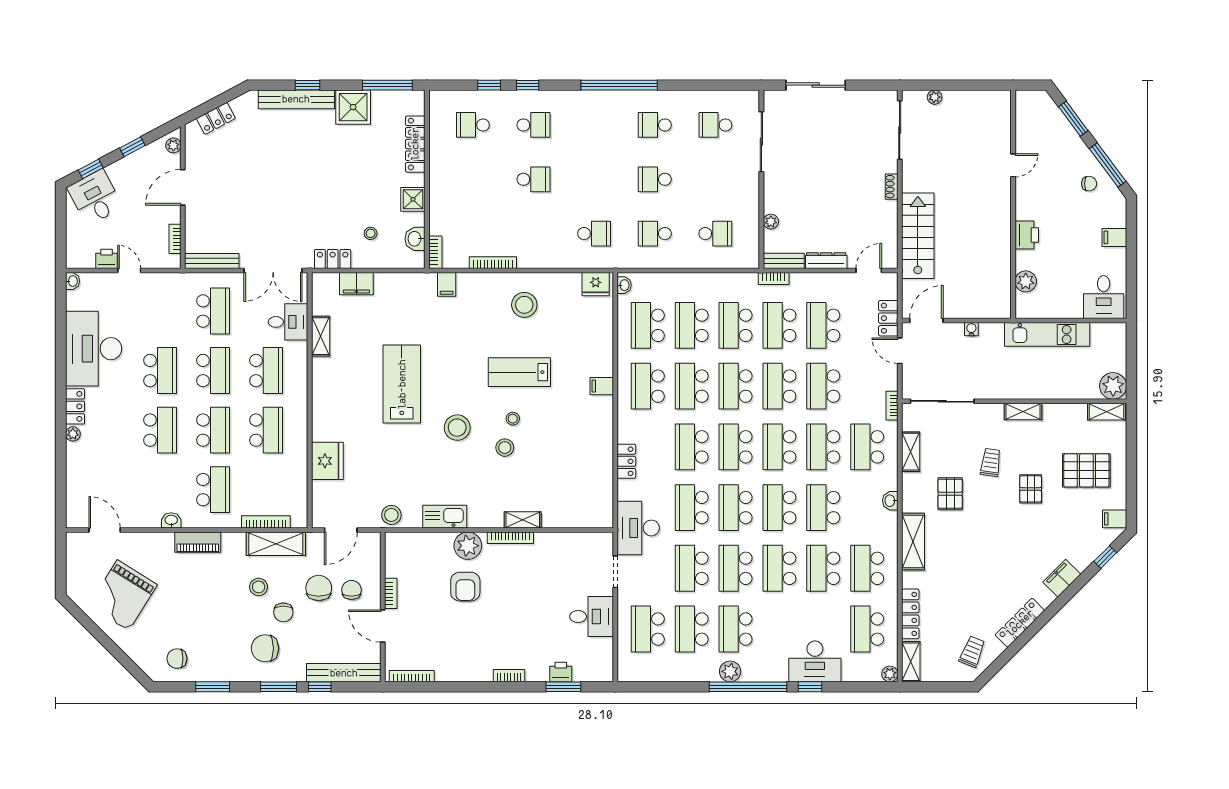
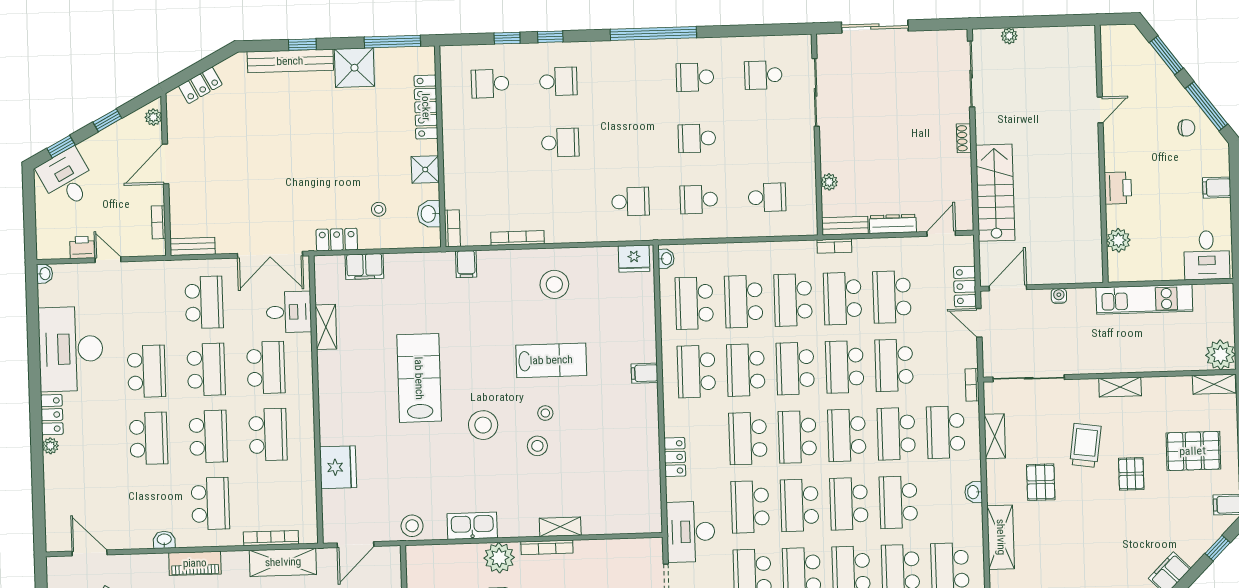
bench: (212, 261) -> (193, 246), width x0.73
lab bench: (519, 372) -> (551, 360), turned 180
trolley: (991, 462) -> (1085, 445), width x1.36, depth x1.39

